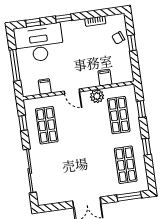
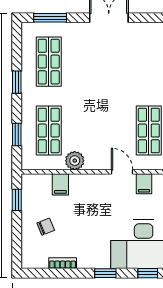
chair: (118, 38) -> (46, 227), moved
window: (132, 43) -> (17, 200), moved
door: (72, 91) -> (122, 172), moved

